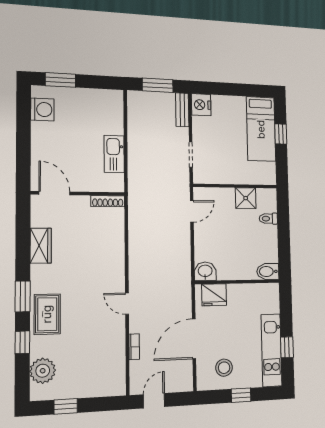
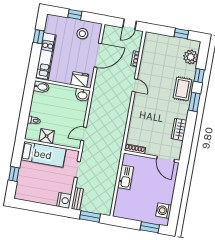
bed: (261, 129) -> (43, 154), moved, turned 90
kitchen unit: (272, 350) -> (46, 56), moved

